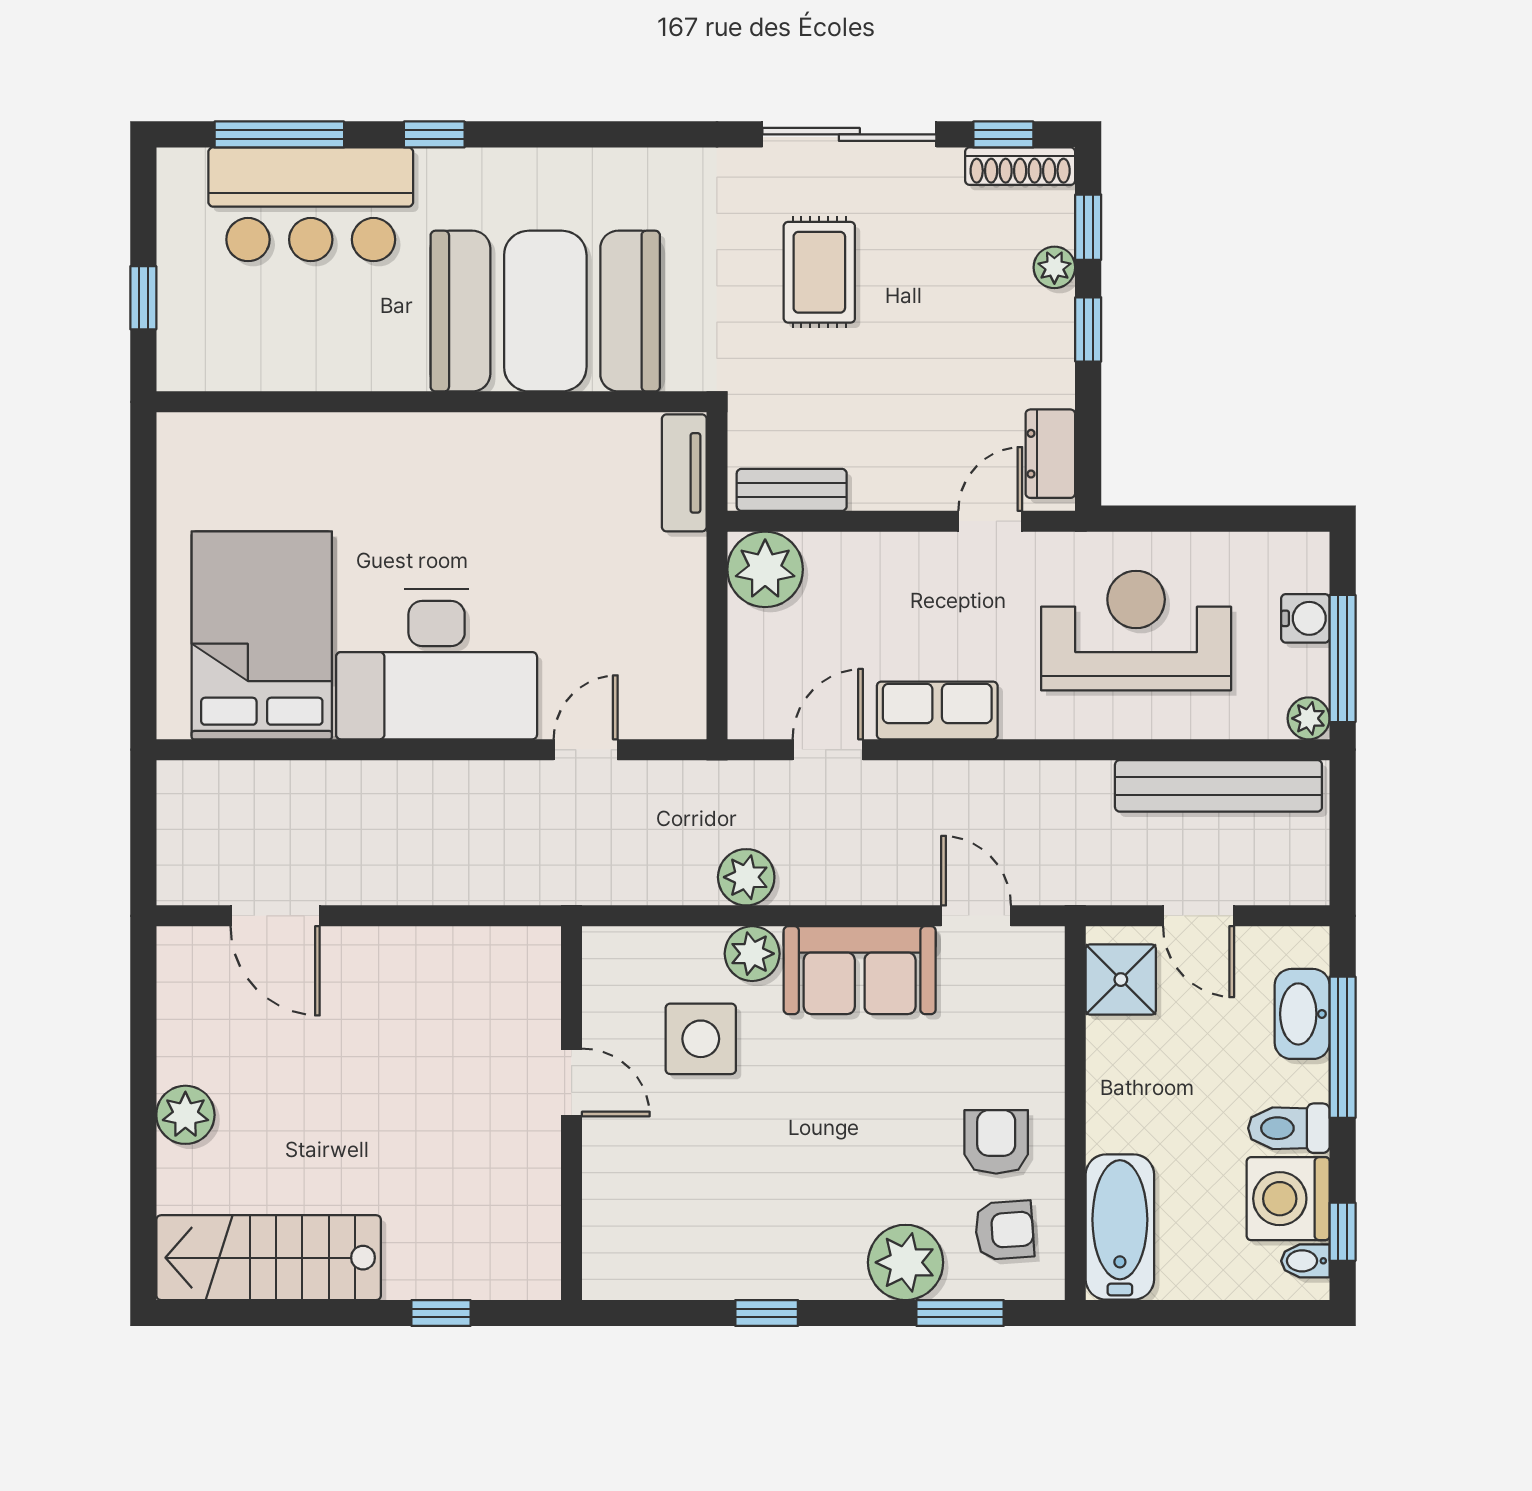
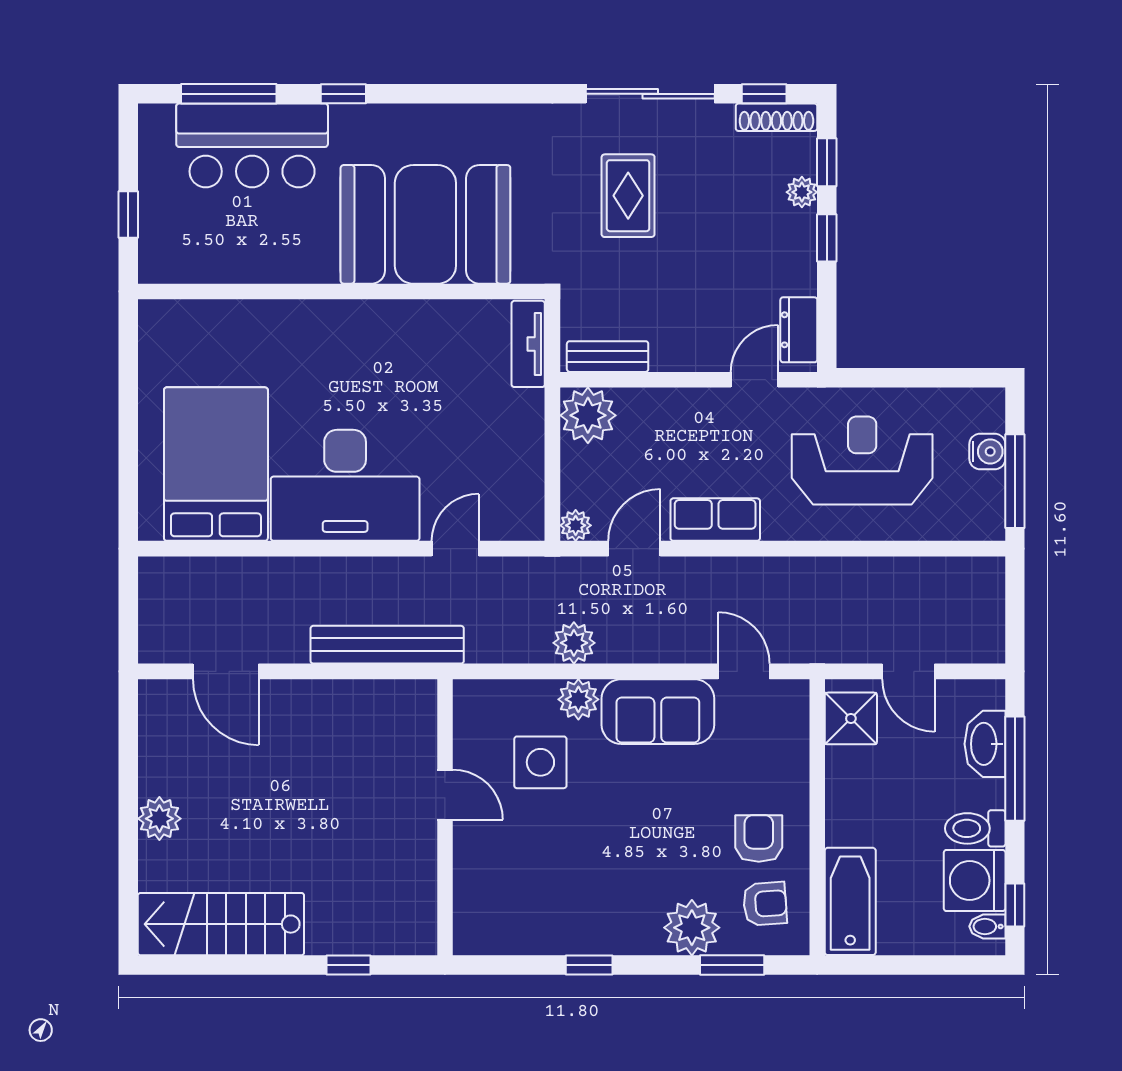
plant: (1309, 718) -> (576, 525), moved
bench: (1218, 786) -> (387, 645), moved

